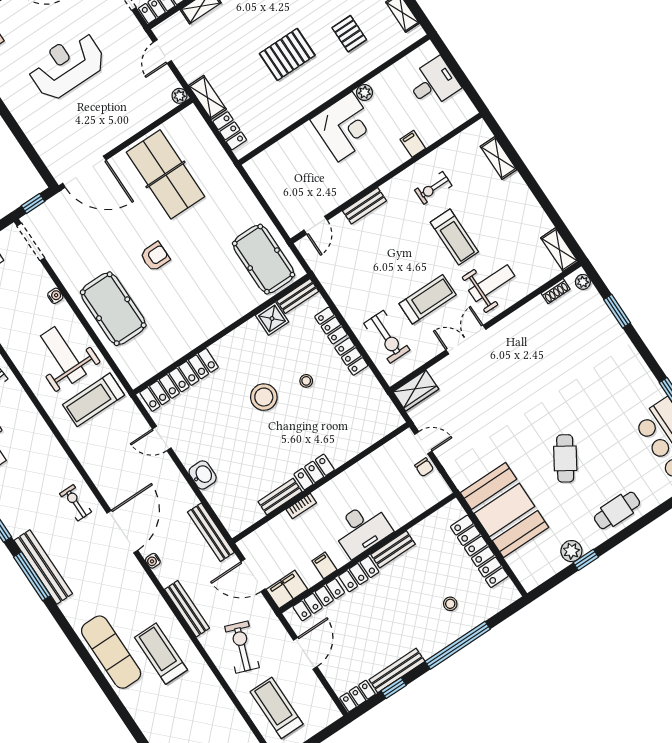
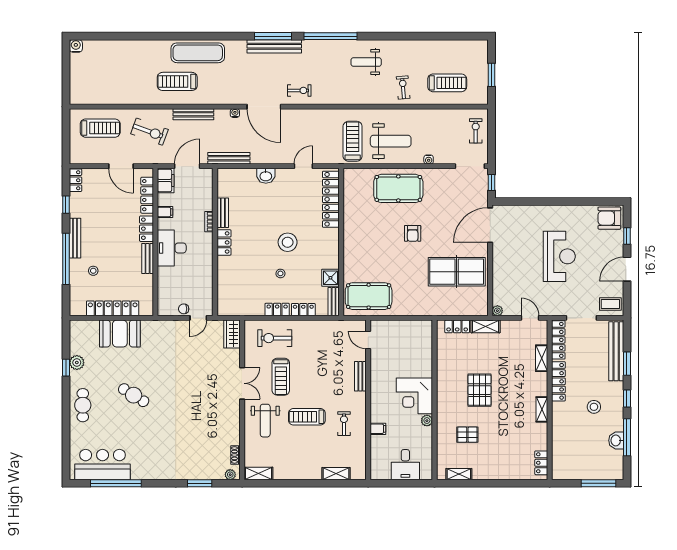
booth: (504, 510) -> (120, 334), width x0.73, depth x0.70
treadmill: (161, 654) -> (177, 81), turned 180
bench: (397, 670) -> (75, 238), moved

